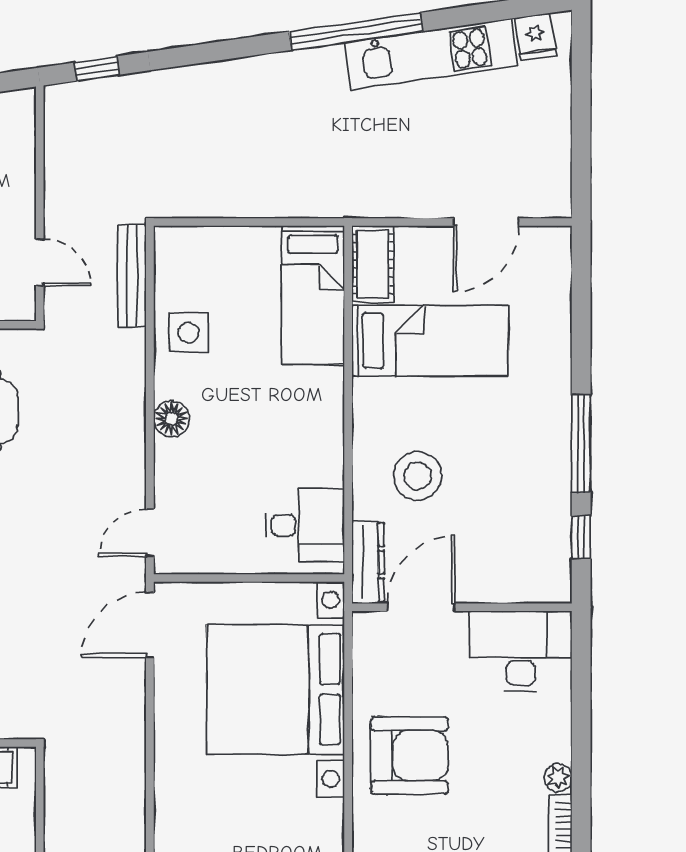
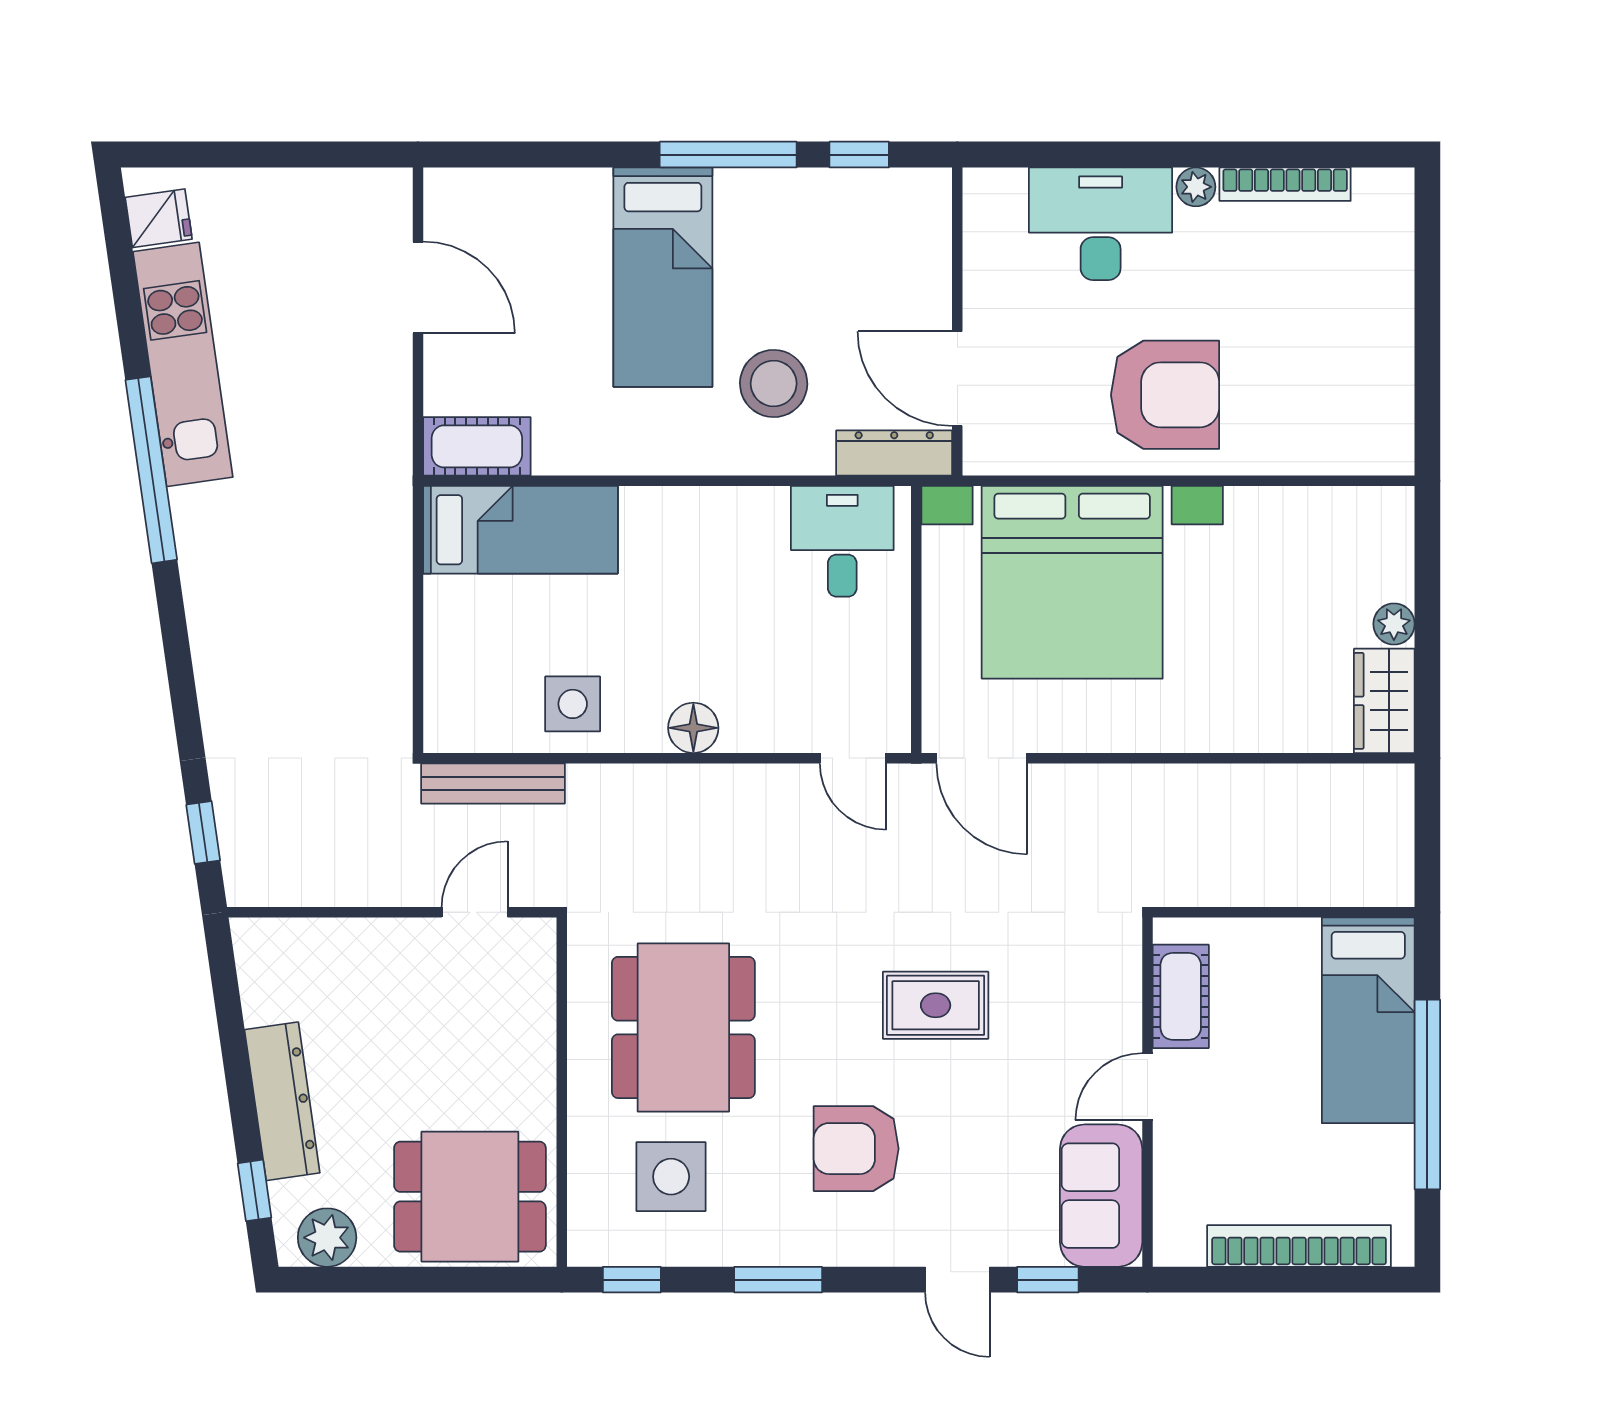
bed: (430, 341) -> (663, 277), moved, turned 180
desk: (521, 651) -> (1101, 224), moved, turned 90
armchair: (410, 756) -> (1165, 395), turned 90

